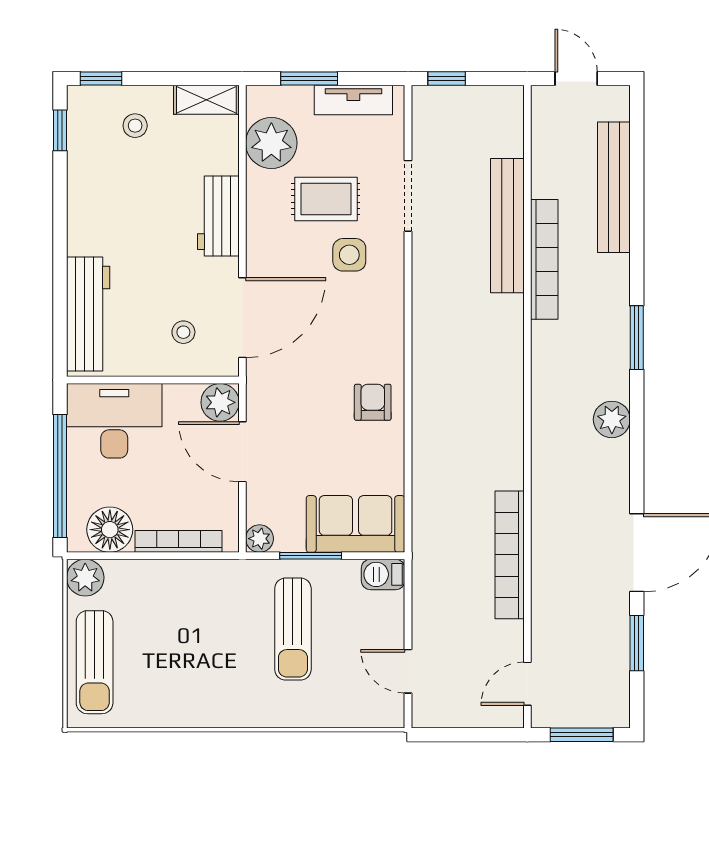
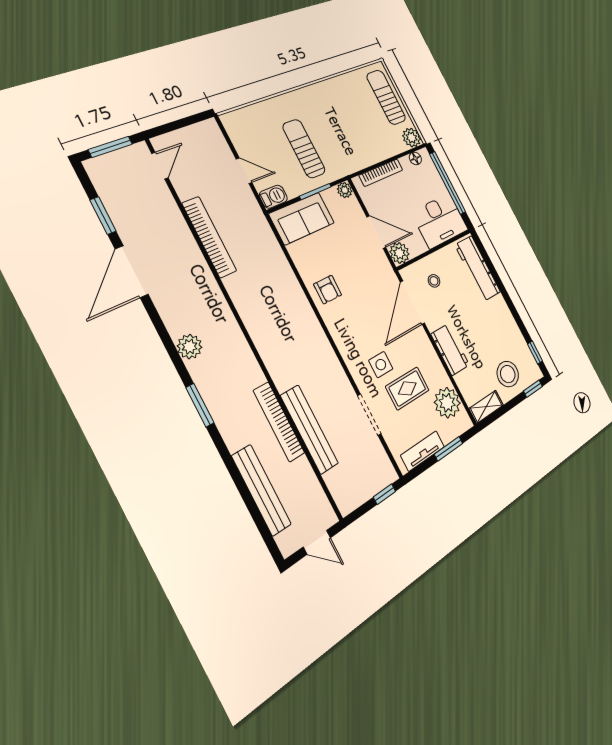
stool: (135, 126) -> (508, 374), width x1.89, depth x1.89
floor lamp: (110, 530) -> (415, 158), width x0.53, depth x0.53
door: (408, 671) -> (244, 171), moved

